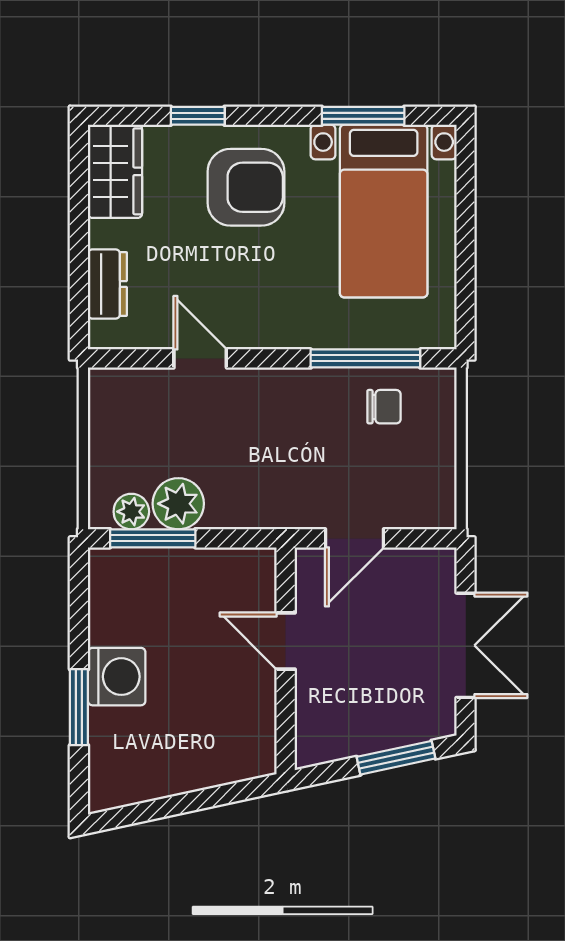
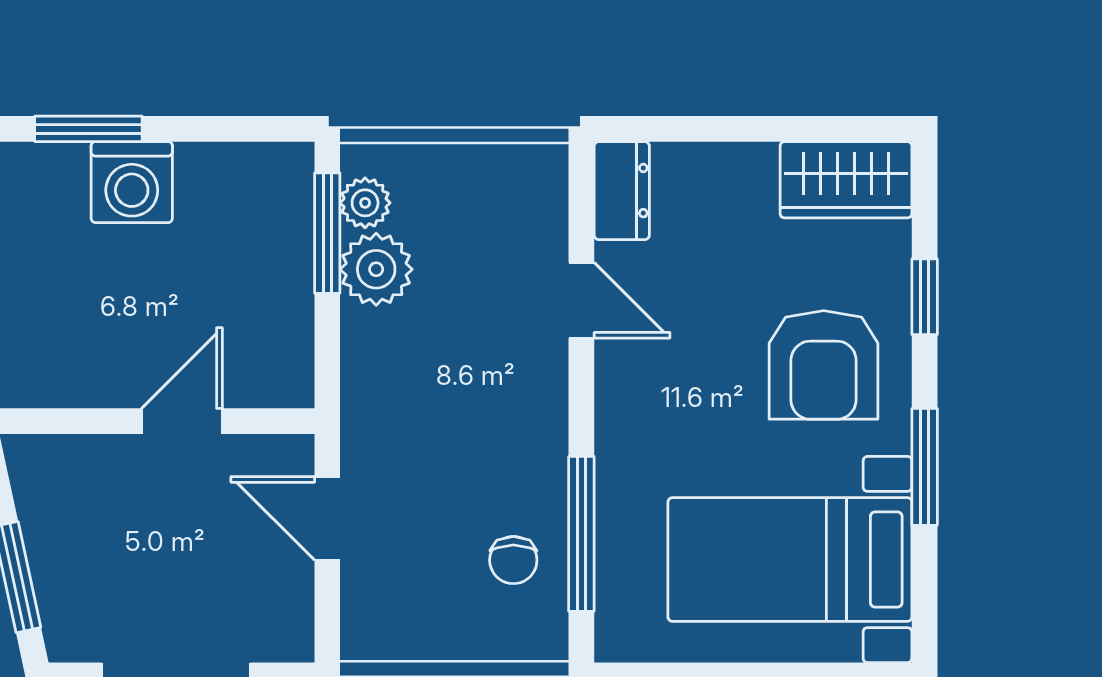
window: (363, 116) -> (925, 467), moved
dresser: (107, 284) -> (622, 191), moved, turned -90
door: (200, 358) -> (581, 300), hinge flipped

